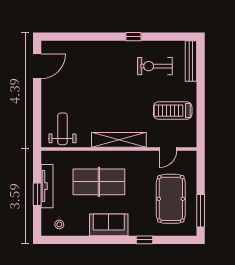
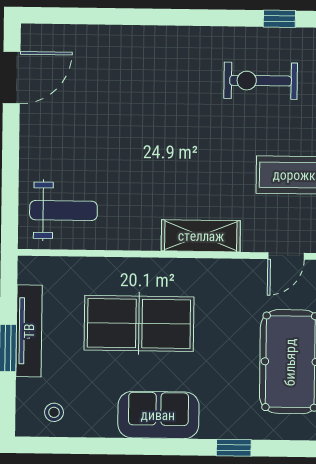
window: (134, 37) -> (279, 19), moved
weight bench: (62, 129) -> (63, 210), turned 90
shelving: (119, 140) -> (201, 236), width x0.68

